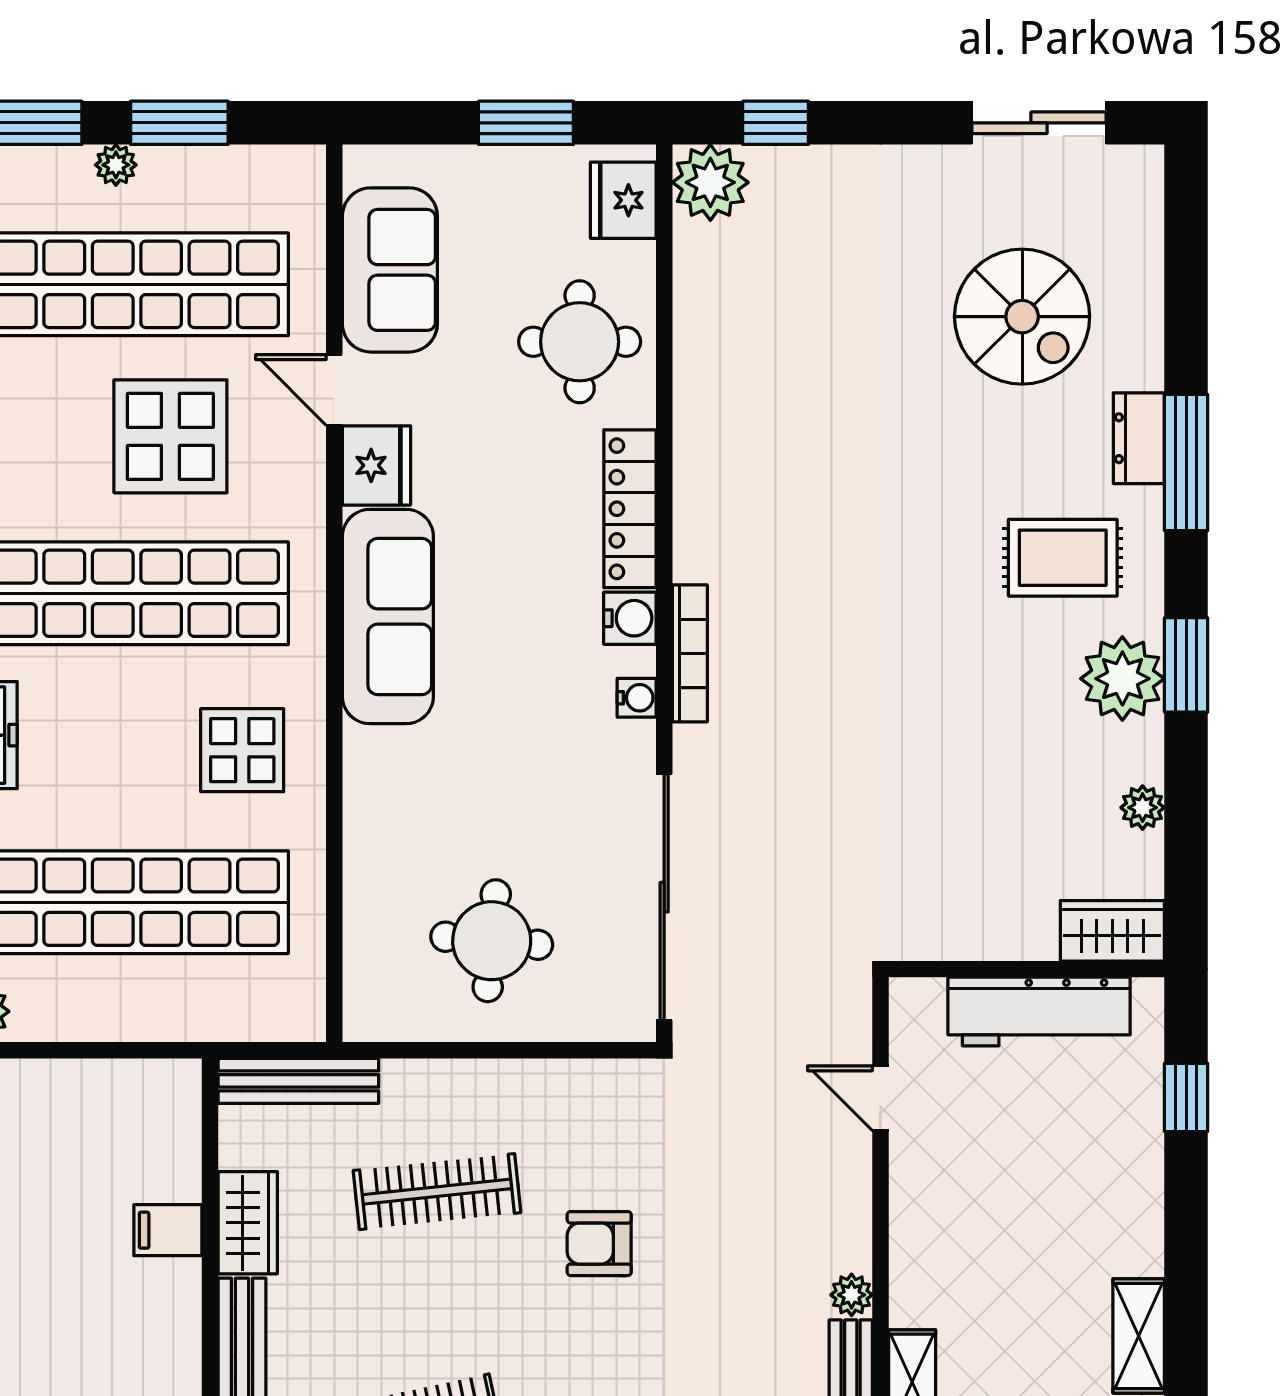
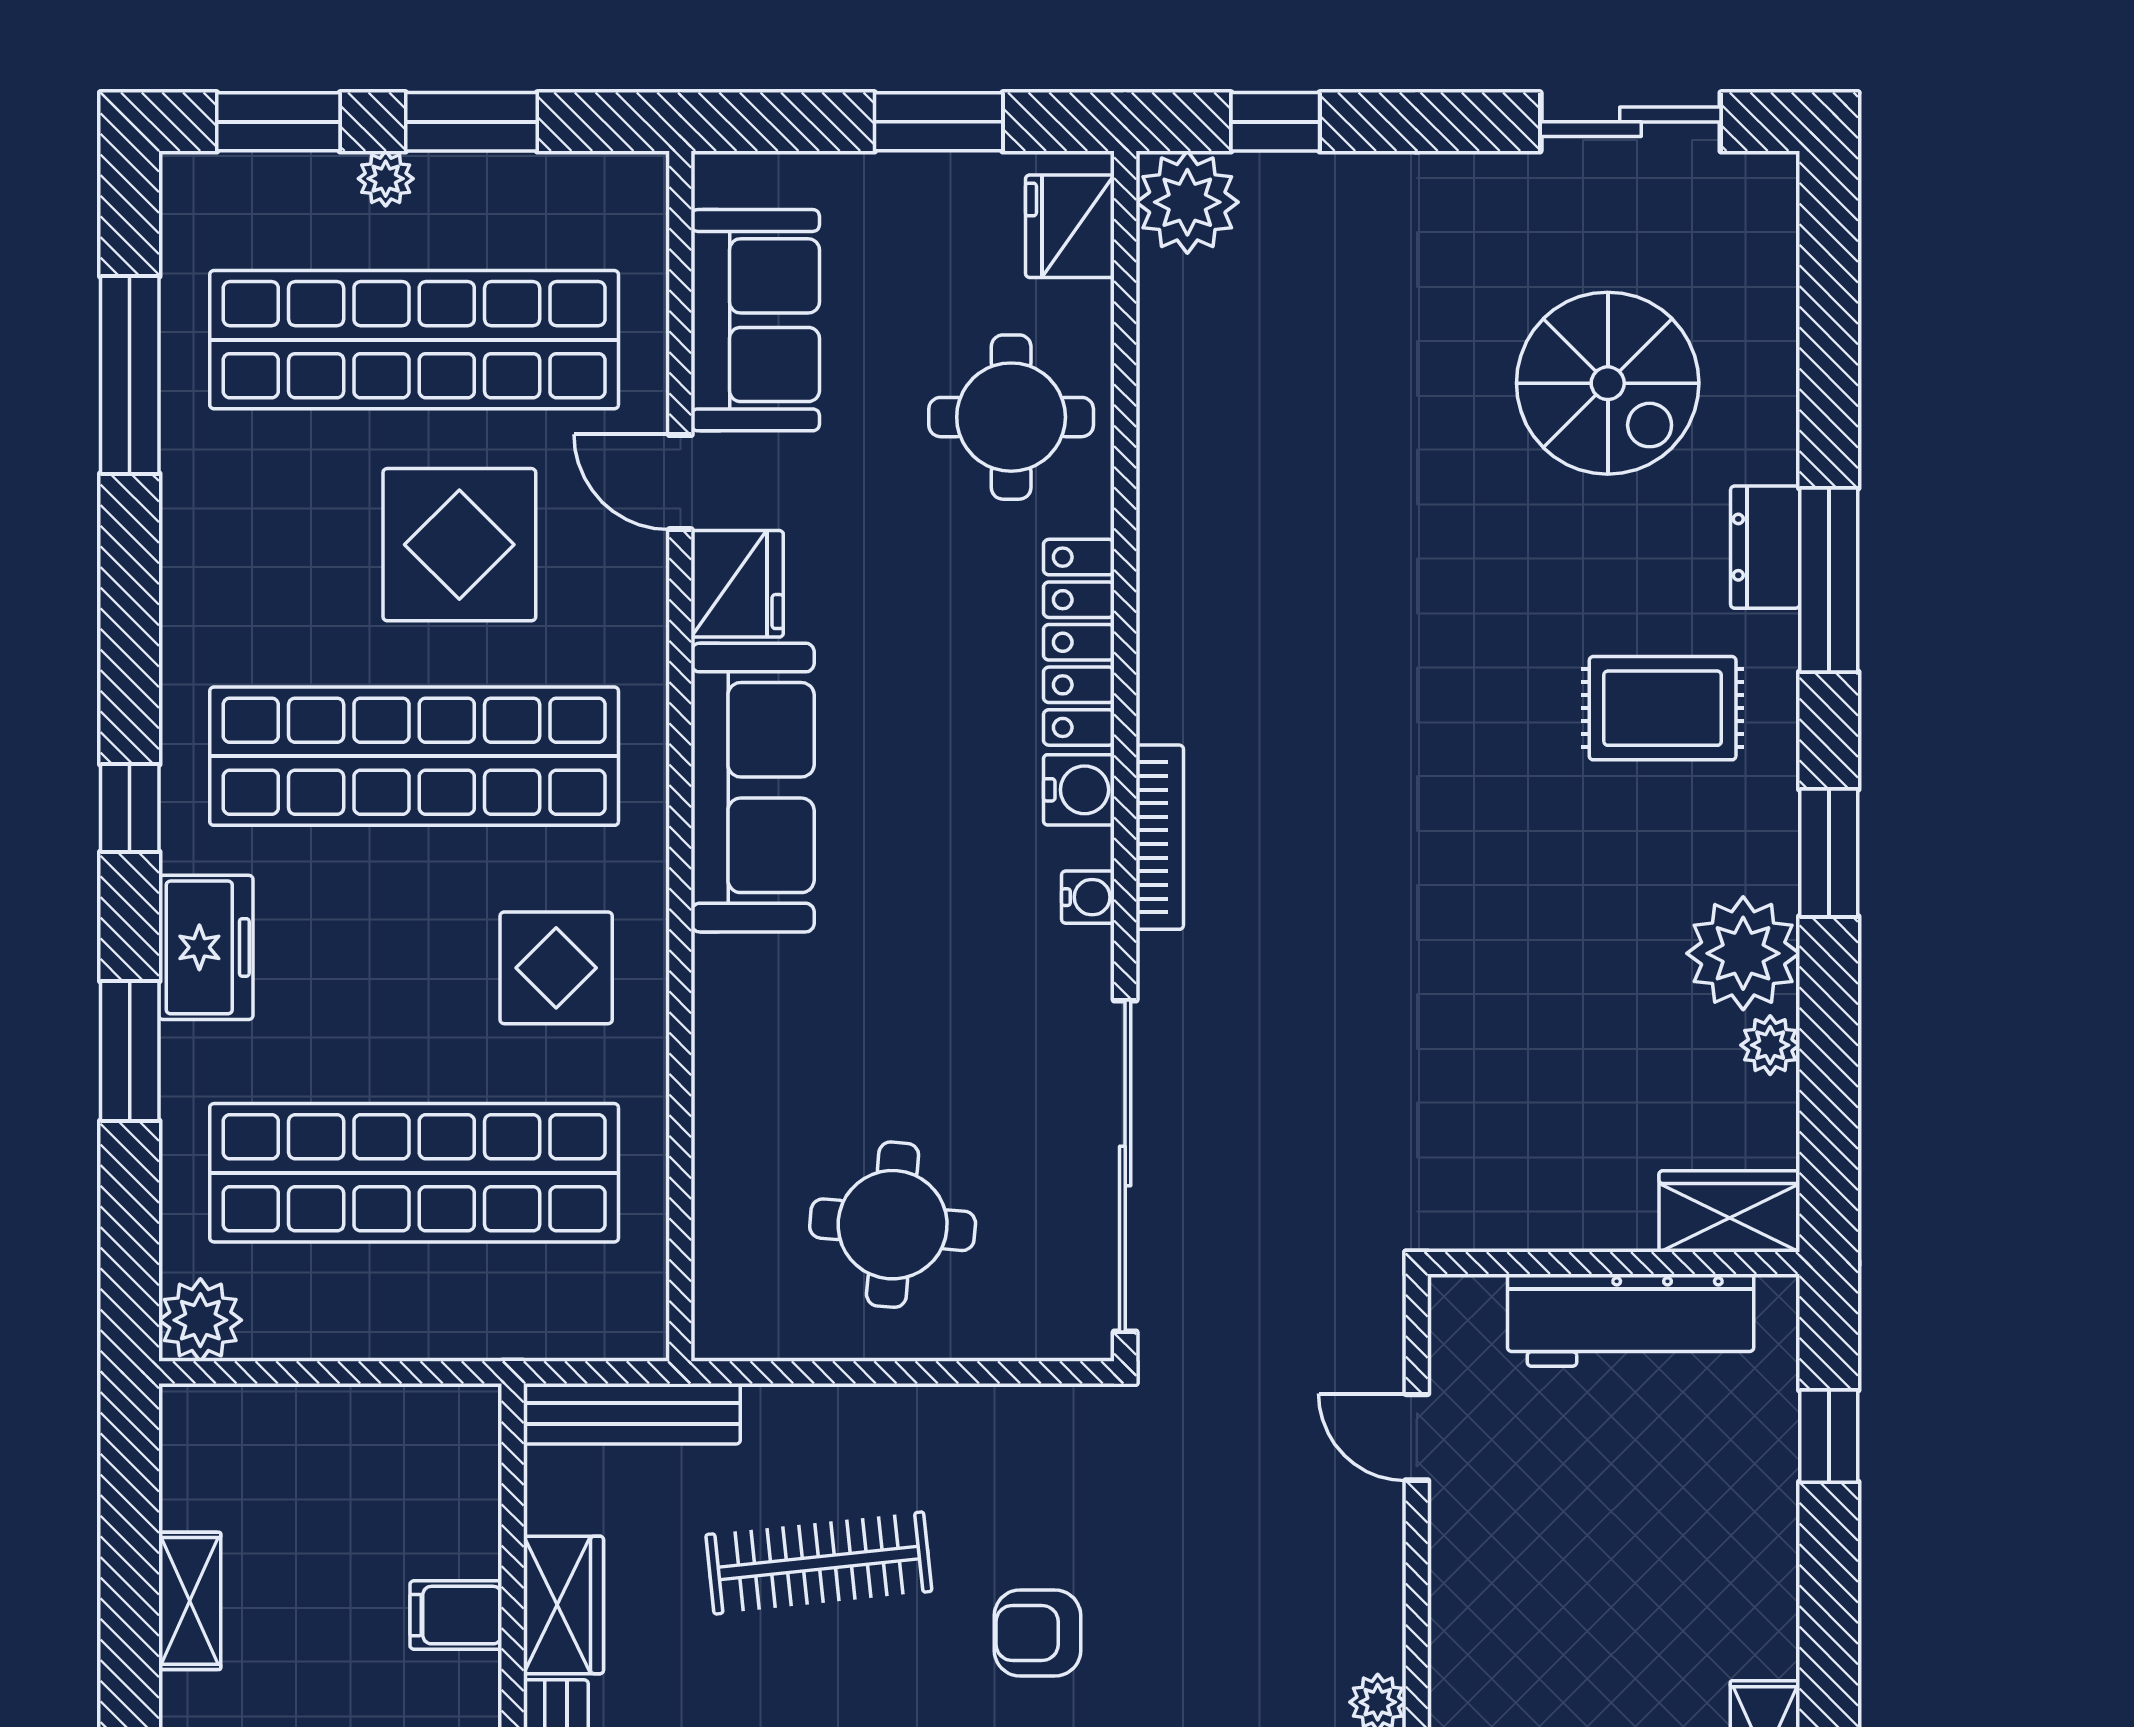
plant: (1122, 679) -> (1743, 953), moved

